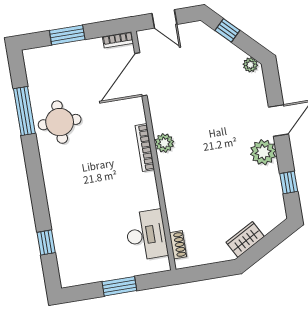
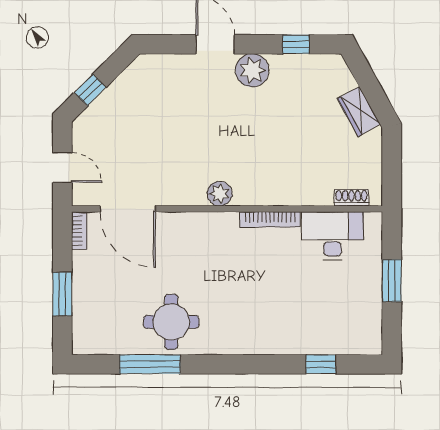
door: (164, 19) -> (62, 168), hinge flipped
plant: (250, 65) -> (139, 68), removed
bookcase: (145, 148) -> (270, 219), moved

